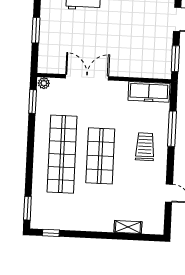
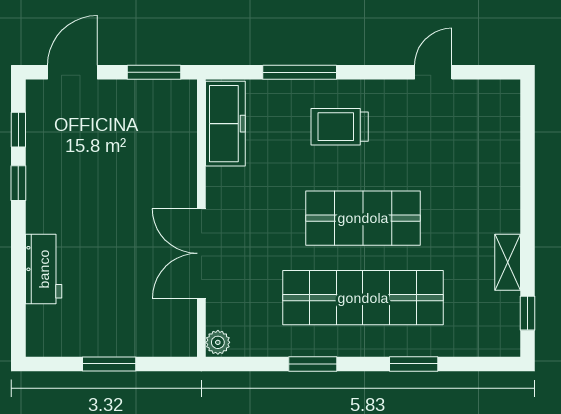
window: (33, 101) -> (313, 364), moved
window: (27, 208) -> (414, 364), moved
shelving: (128, 227) -> (508, 262), moved

